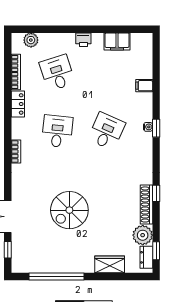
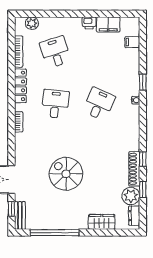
printer: (83, 40) -> (89, 23), moved
filing cabinet: (144, 86) -> (132, 42), moved
locker: (18, 104) -> (20, 86), width x1.53
window: (156, 128) -> (143, 82), moved
spiral stairs: (69, 210) -> (66, 174), turned 90
window: (156, 251) -> (143, 190), moved
bench: (17, 257) -> (20, 215), added

